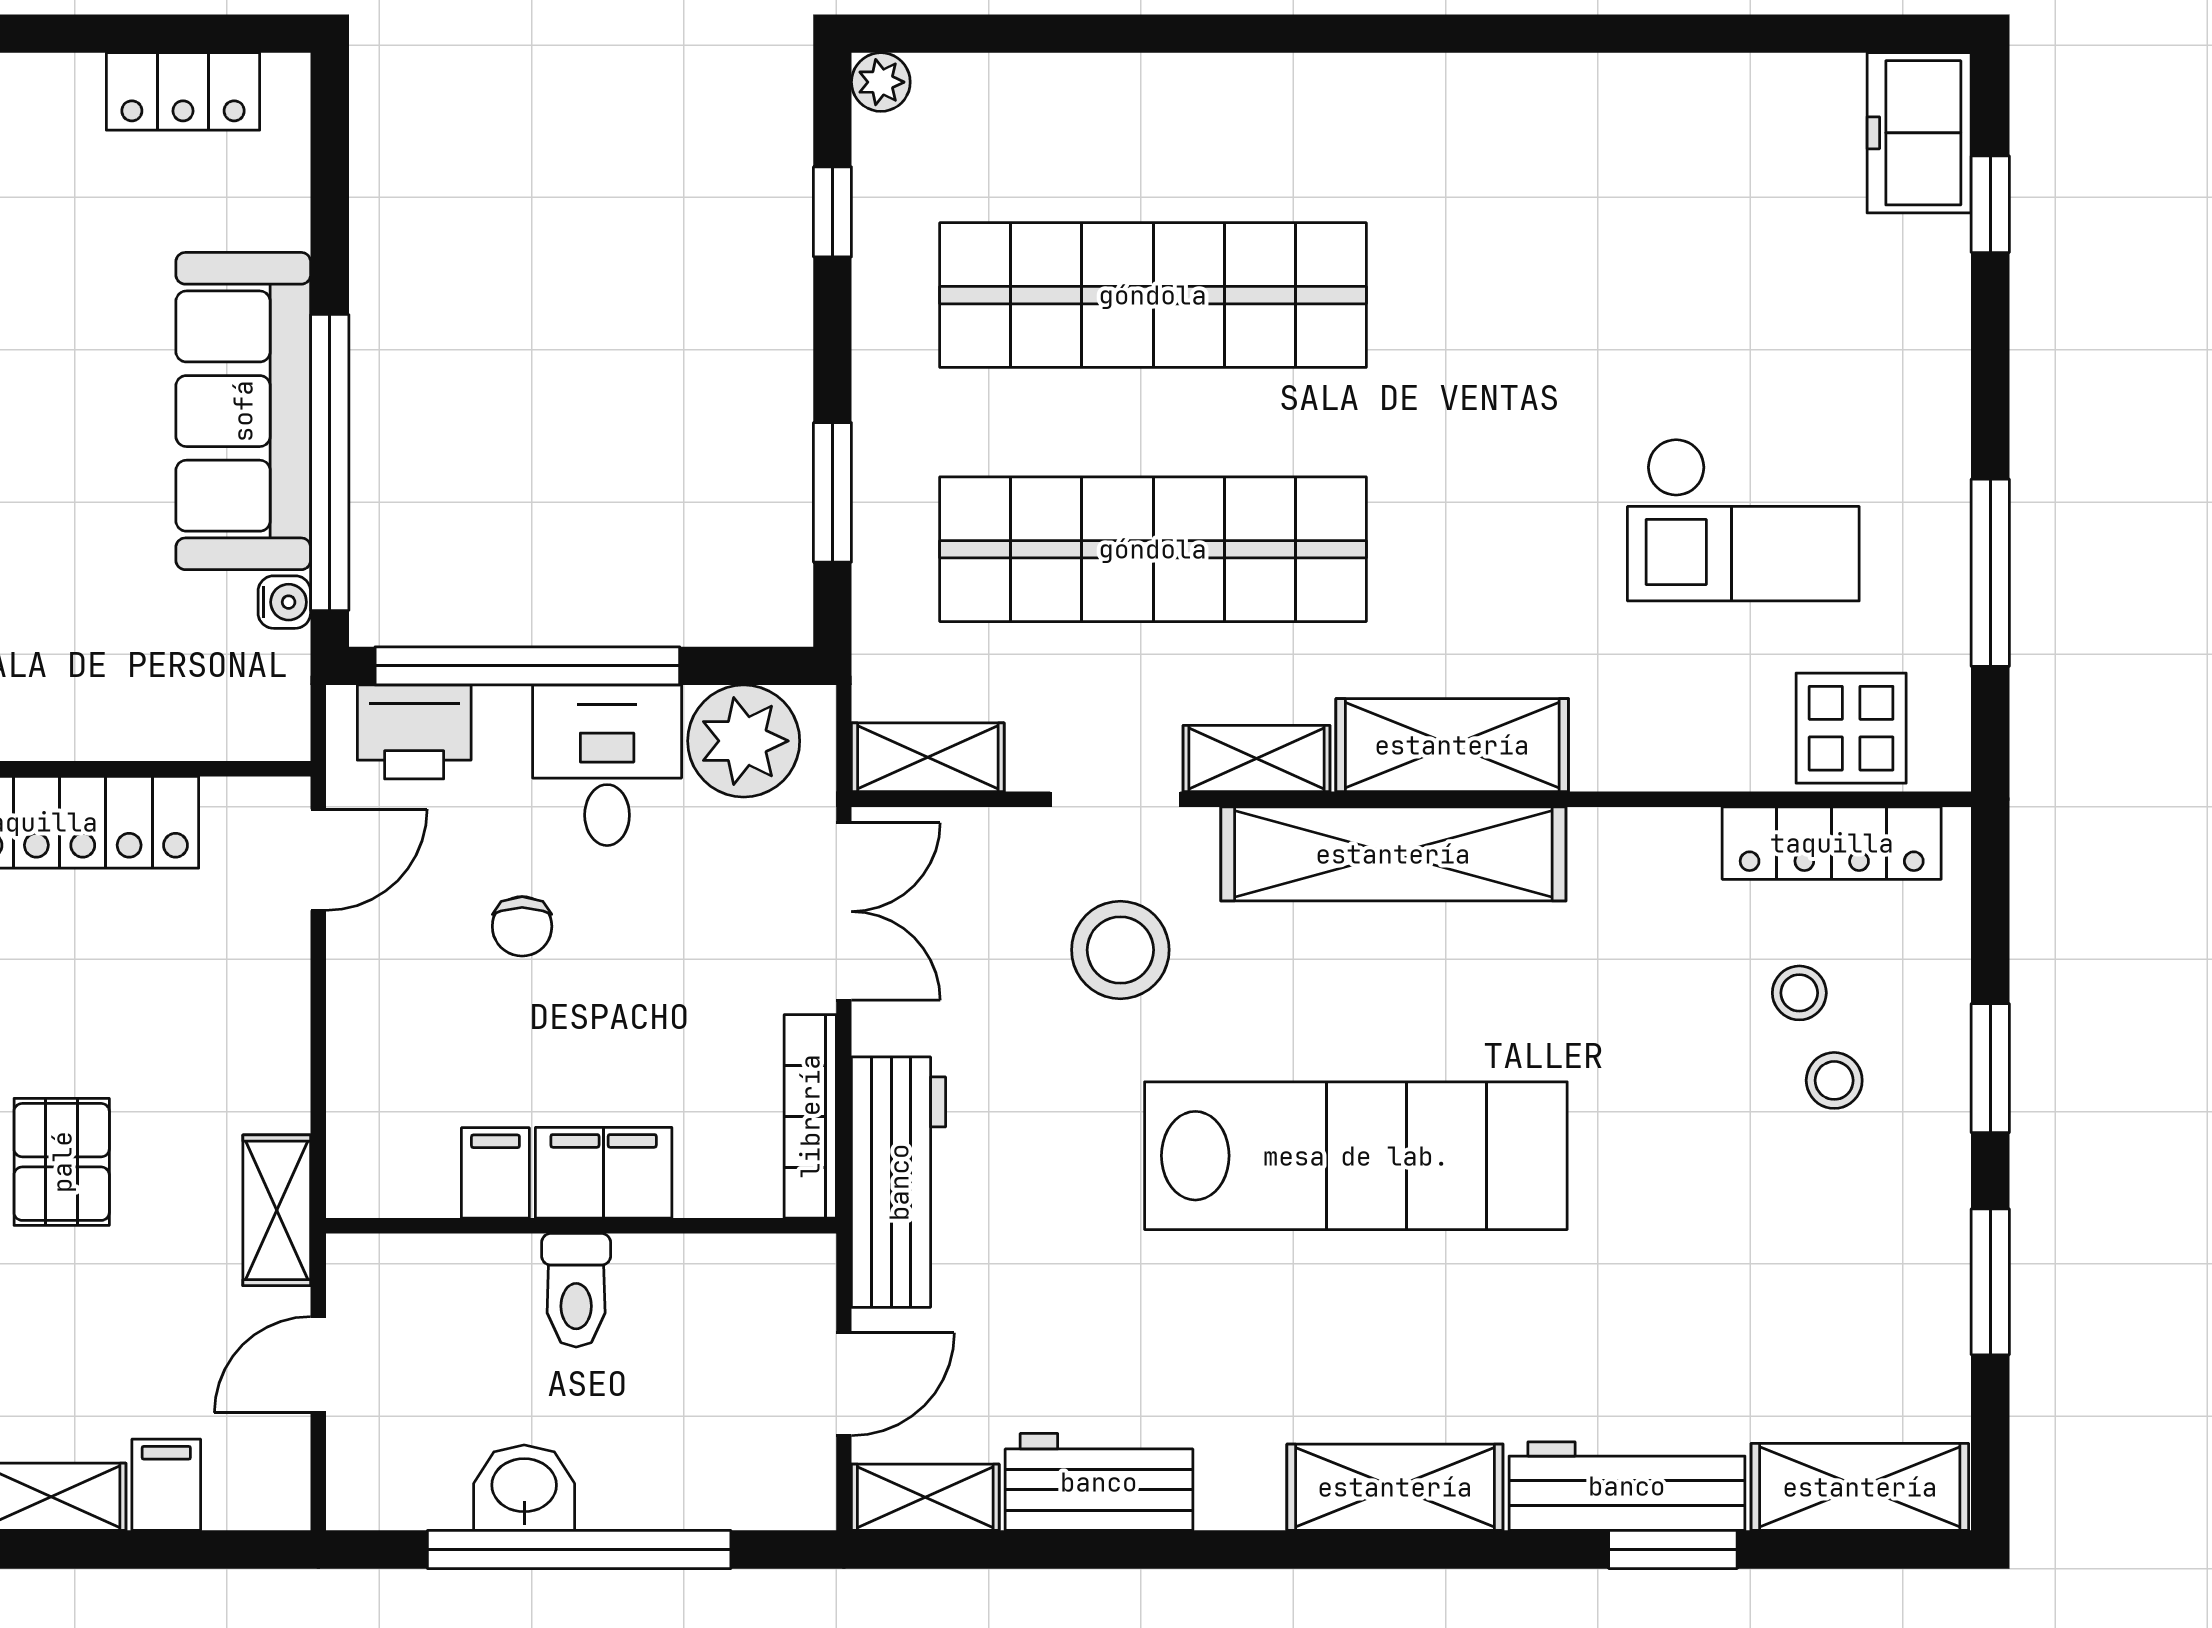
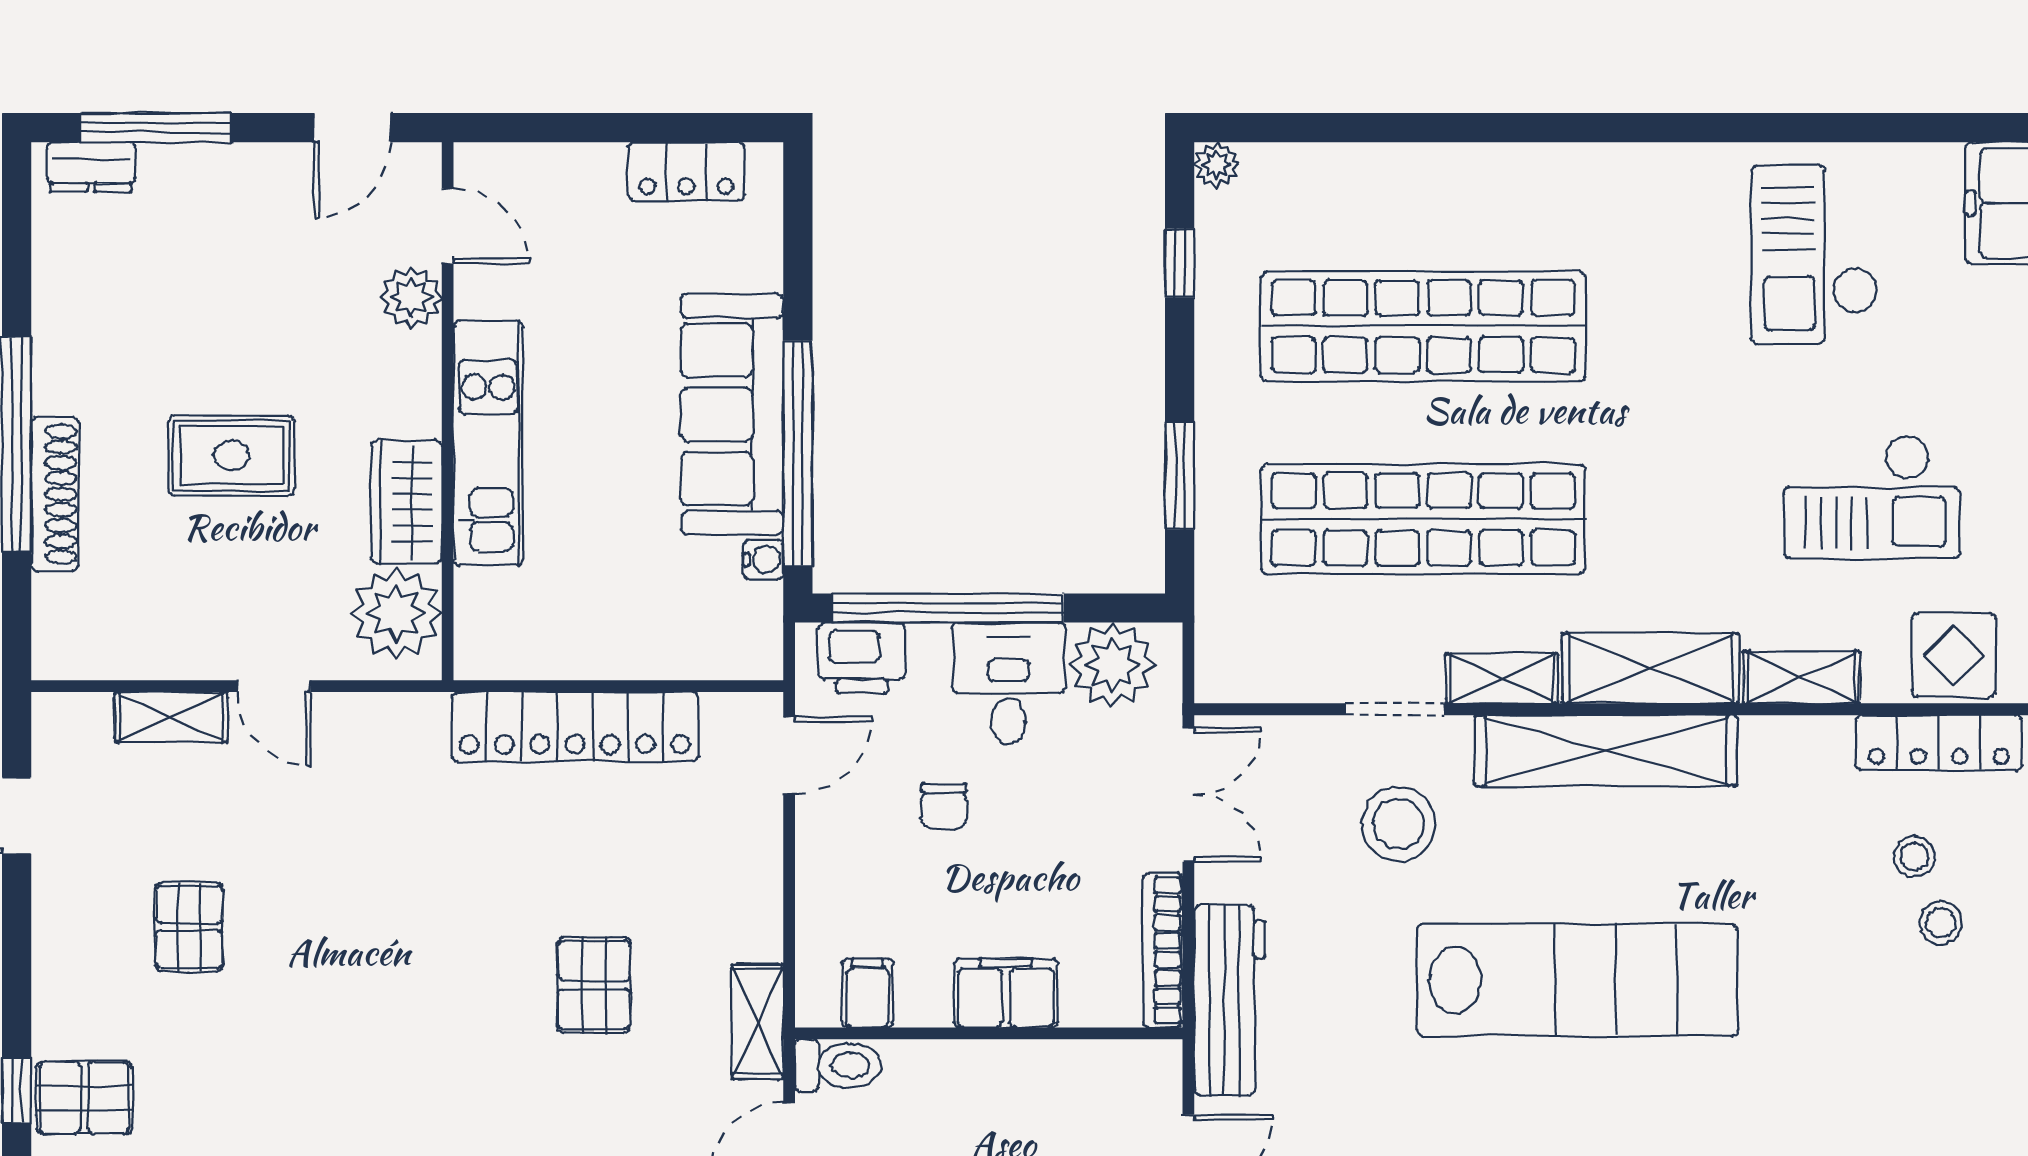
checkout: (1668, 201) -> (1815, 255), added
shelving: (928, 757) -> (1801, 677), moved
filing cabinet: (495, 1173) -> (867, 993), moved
toilet: (576, 1290) -> (838, 1065), moved, turned -90

